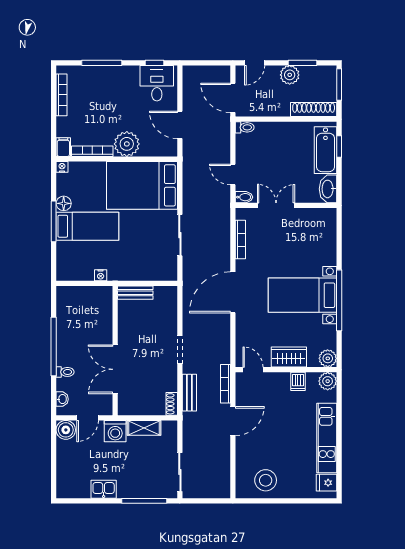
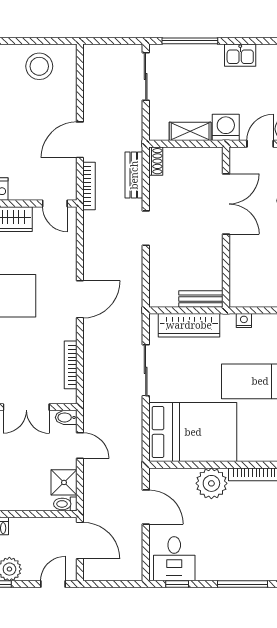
shower: (246, 145) -> (64, 482), added
wardrobe: (145, 271) -> (189, 325), added
door: (233, 292) -> (80, 299), width x0.73

